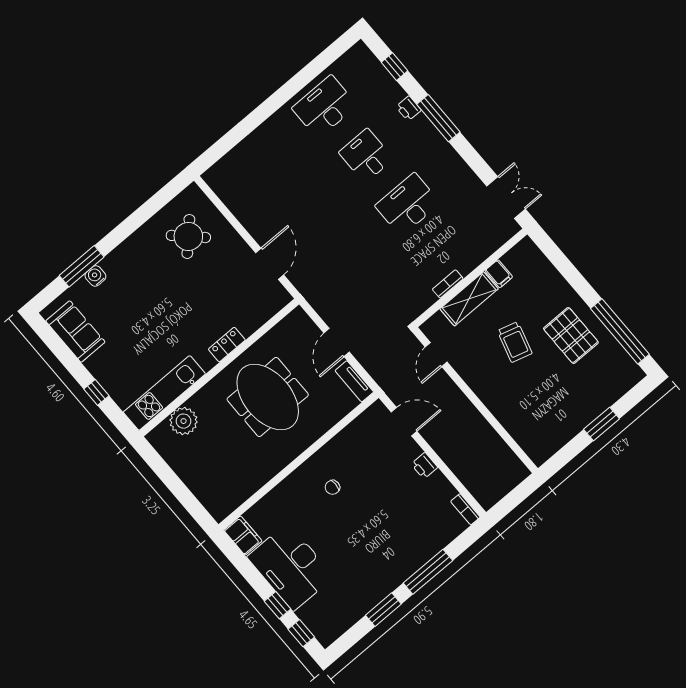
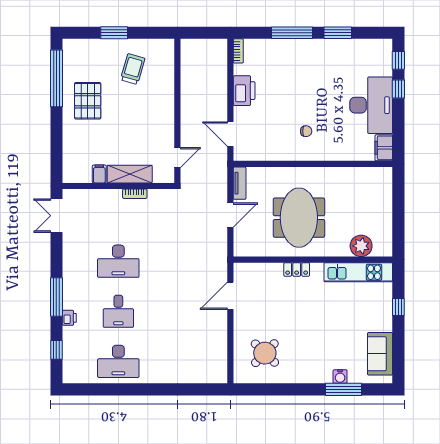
trolley: (515, 342) -> (133, 69), moved
printer: (424, 466) -> (244, 91), width x1.87, depth x1.48

